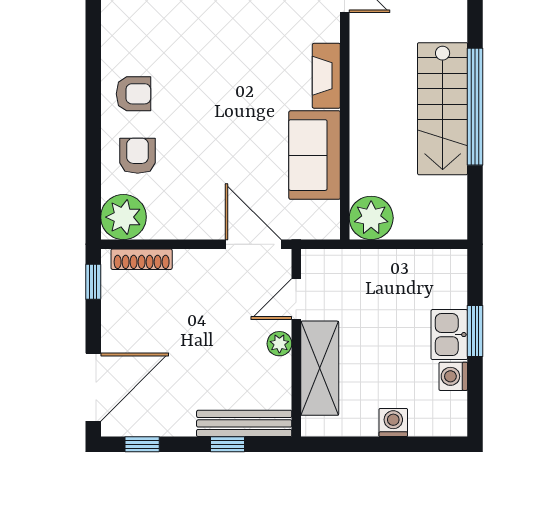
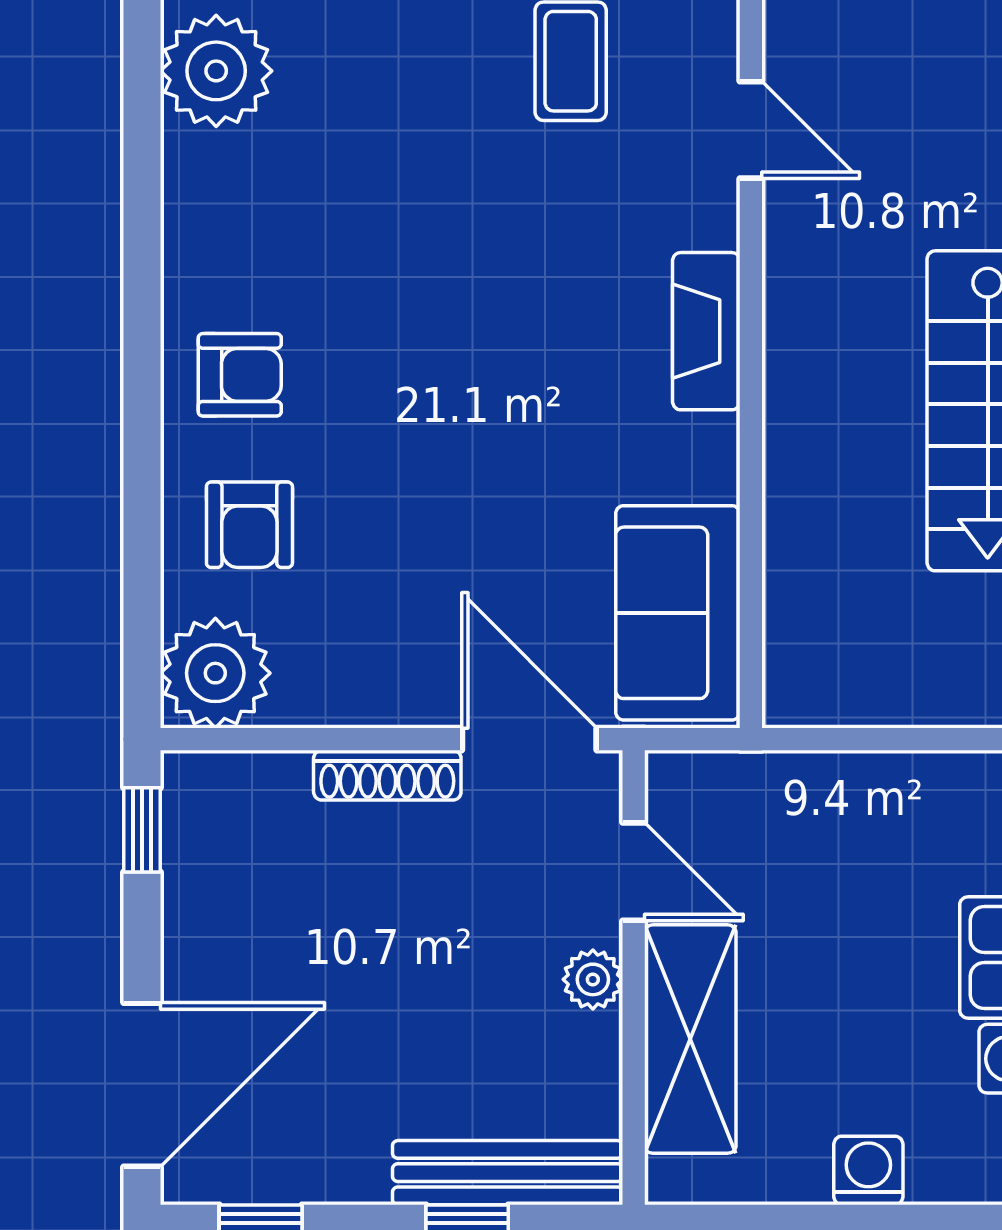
sofa: (315, 155) -> (678, 613), moved
armchair: (138, 156) -> (249, 525), turned 180
plant: (371, 218) -> (815, 675), removed
shoe rack: (142, 259) -> (387, 775), moved
door: (296, 299) -> (634, 872), swing flipped

